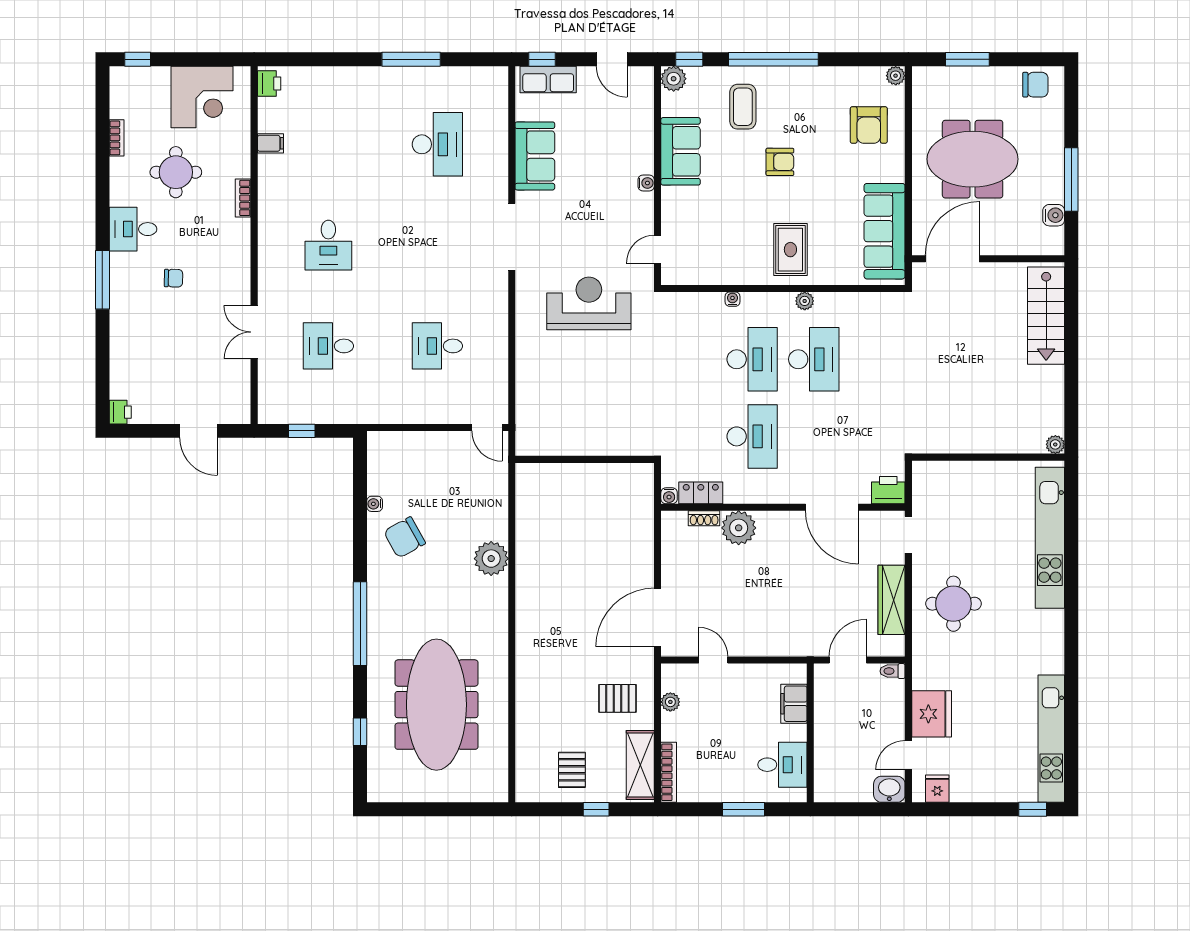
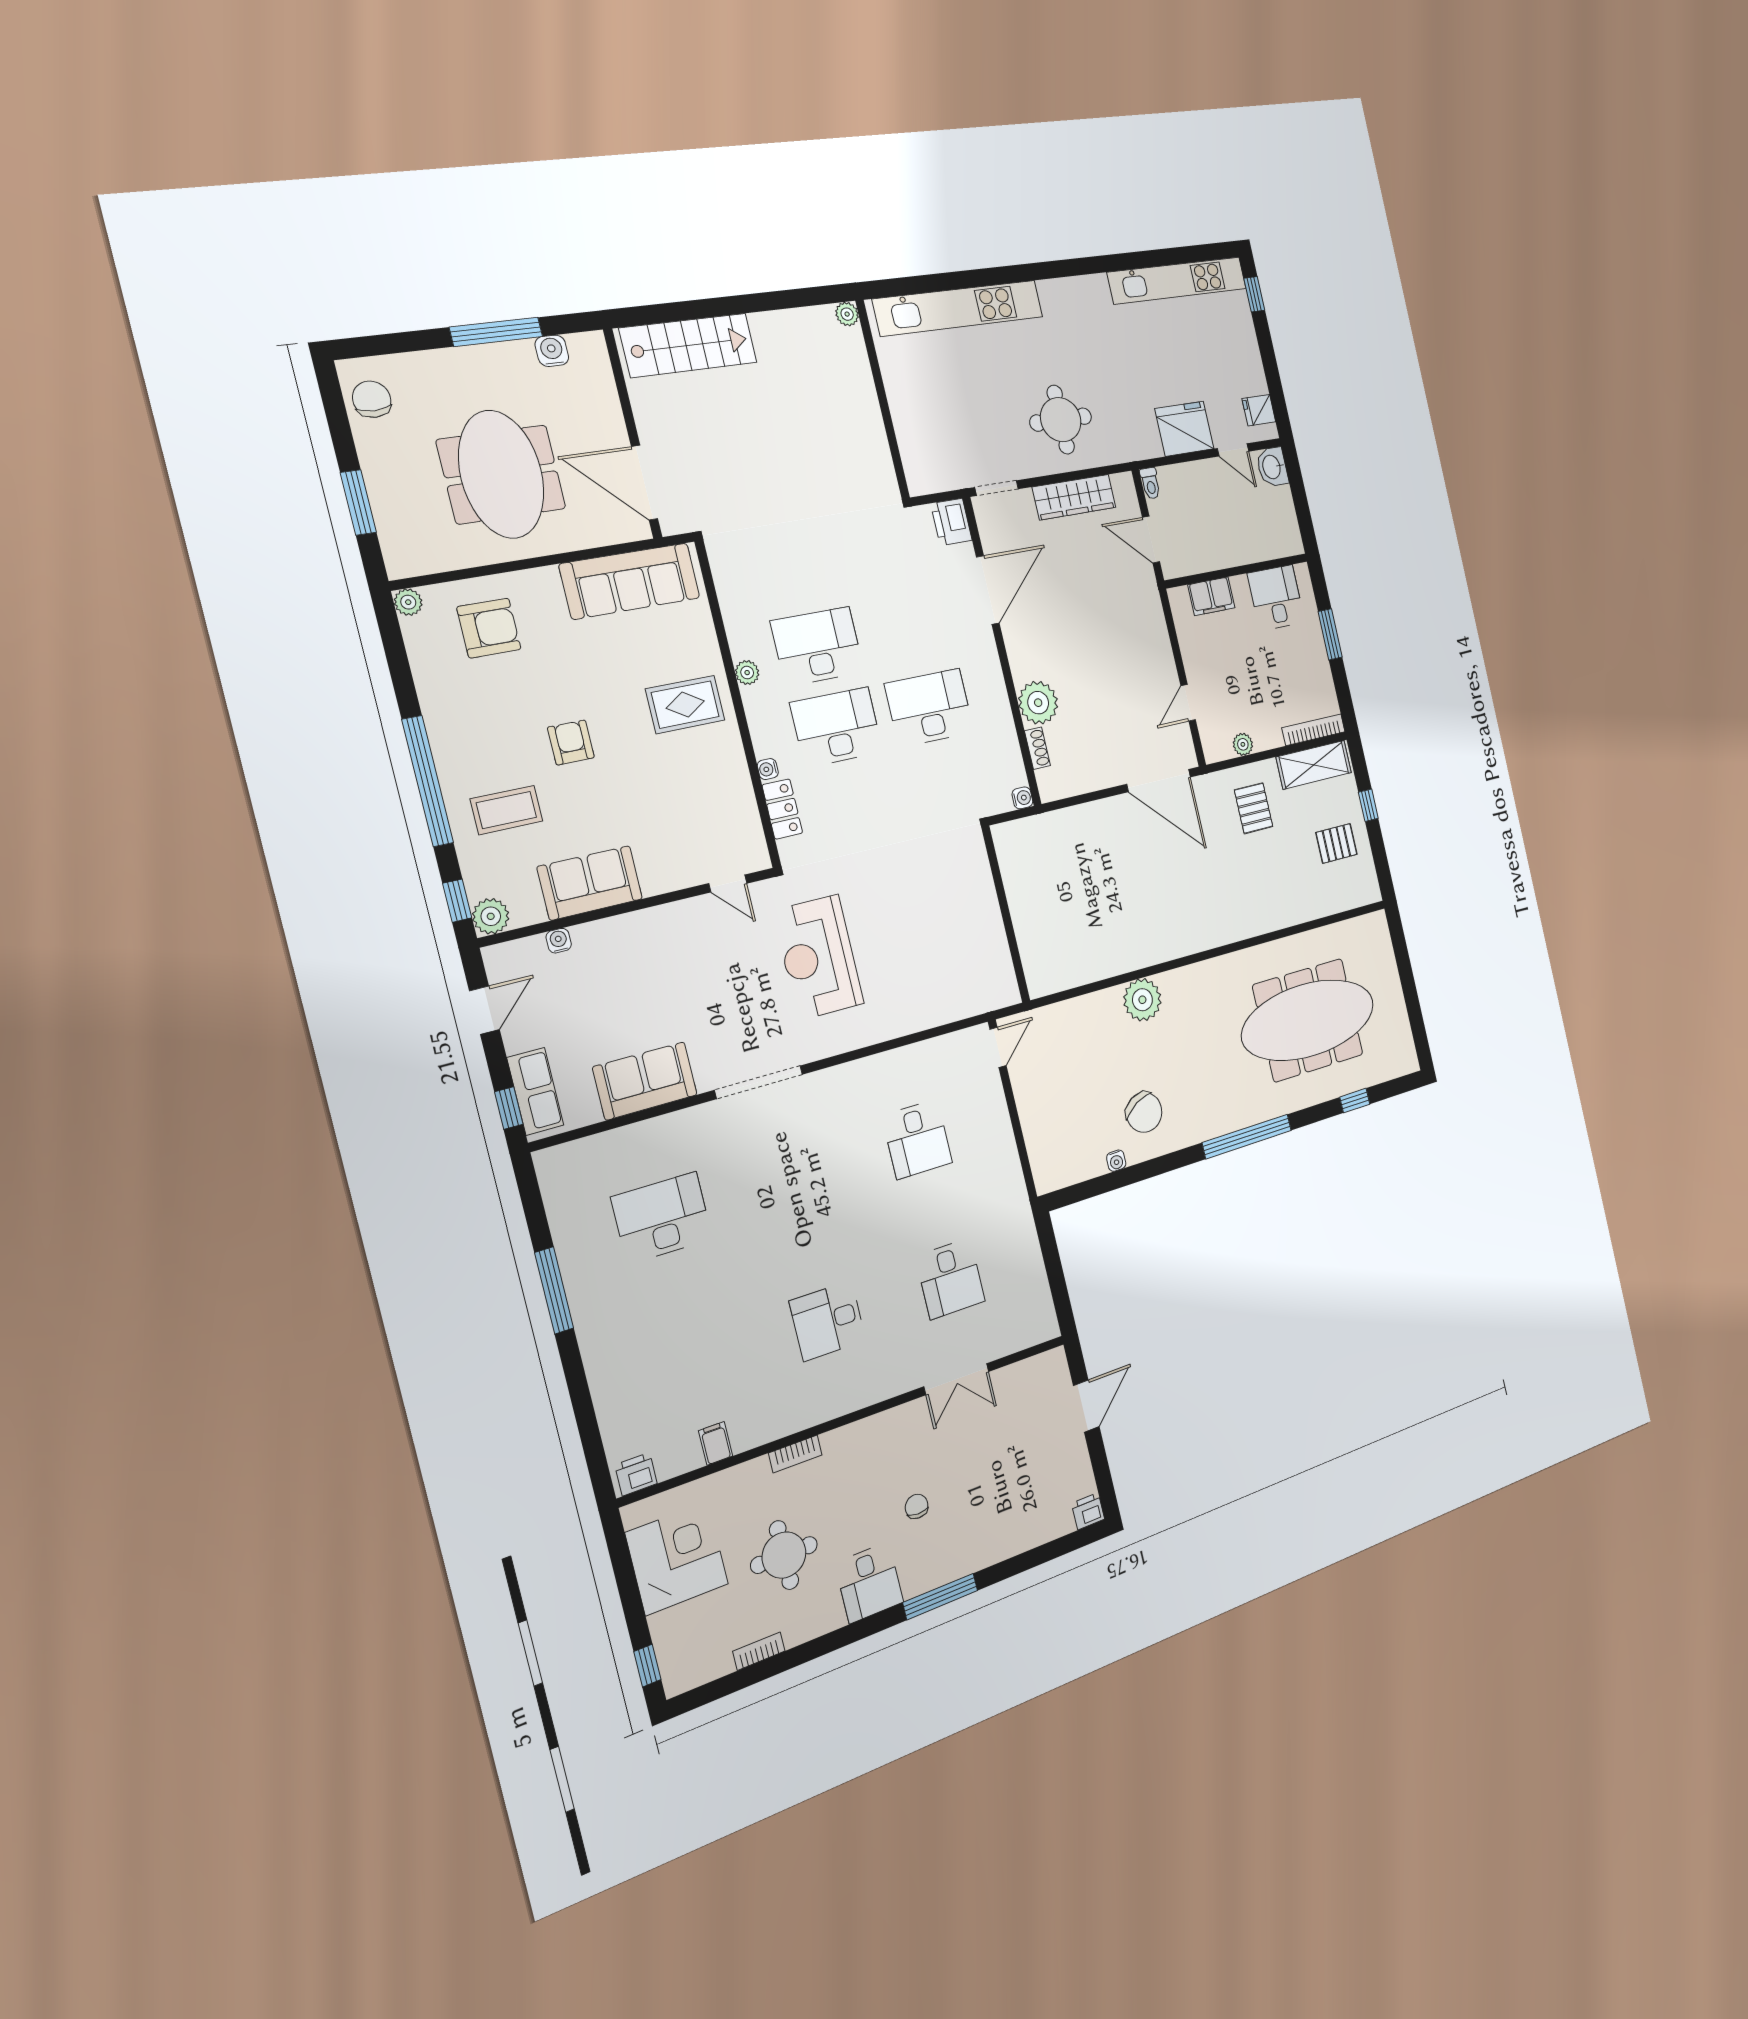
water cooler: (646, 183) -> (559, 941), moved
desk: (328, 245) -> (828, 1321), turned 180
window: (302, 431) -> (1056, 1278), removed
locker: (701, 493) -> (782, 809), moved, turned 180

